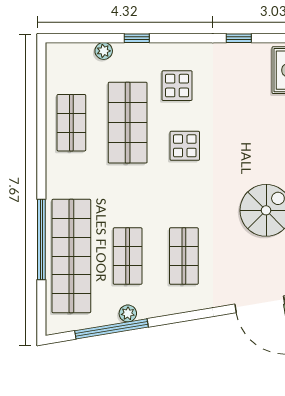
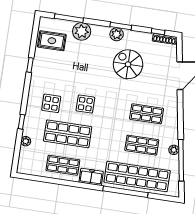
freezer: (58, 175) -> (91, 177), added

